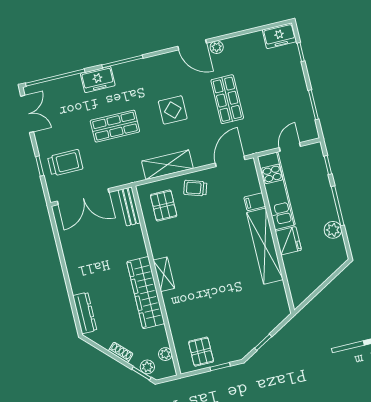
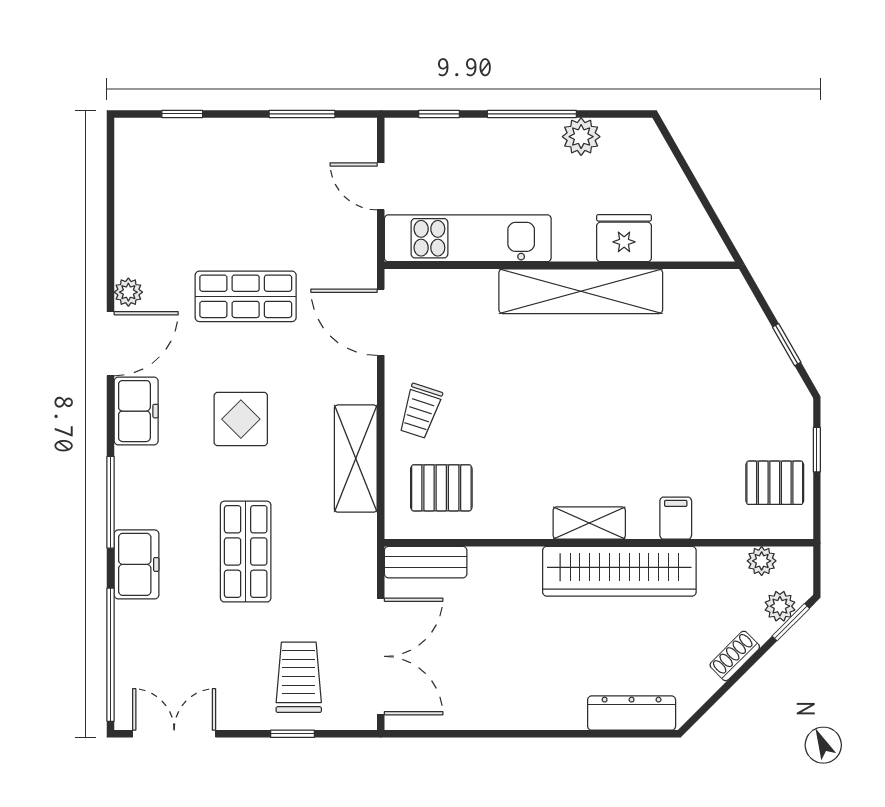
freezer: (279, 36) -> (136, 411), moved
filing cabinet: (255, 202) -> (676, 518), moved, turned 180
fridge: (288, 241) -> (624, 238), moved

